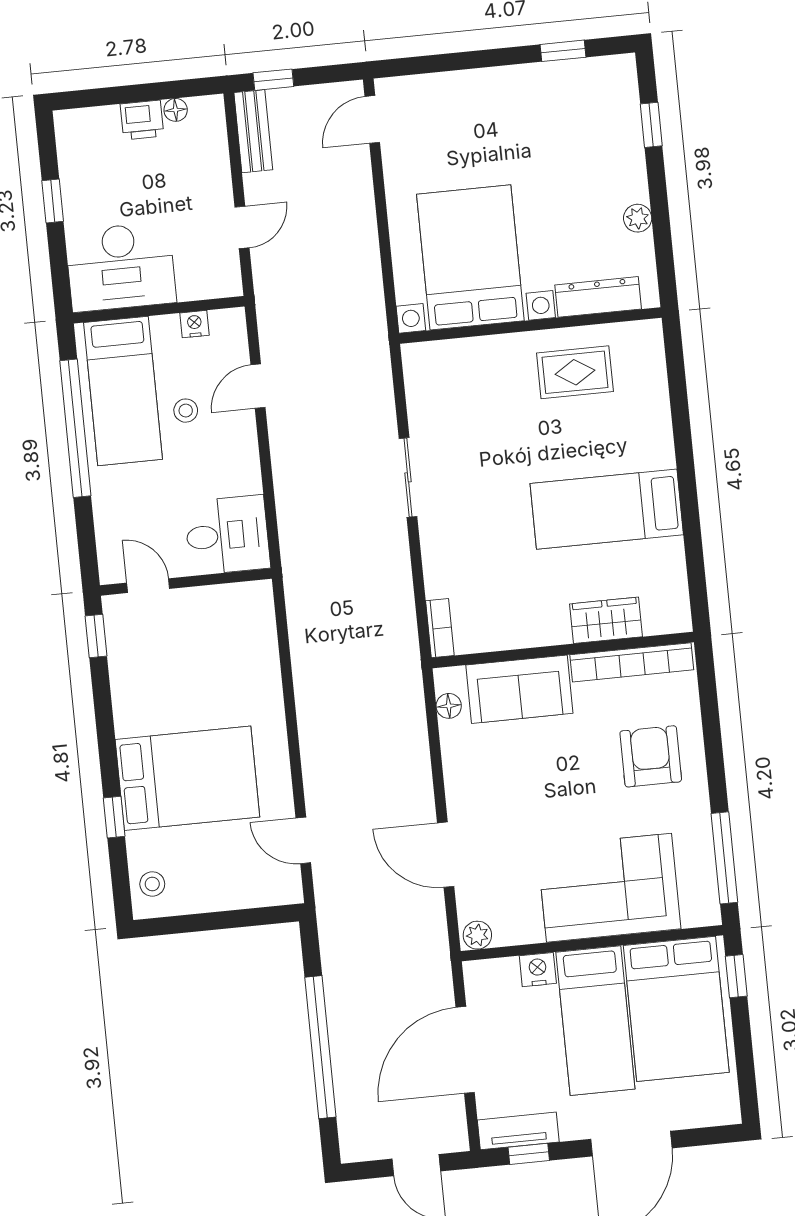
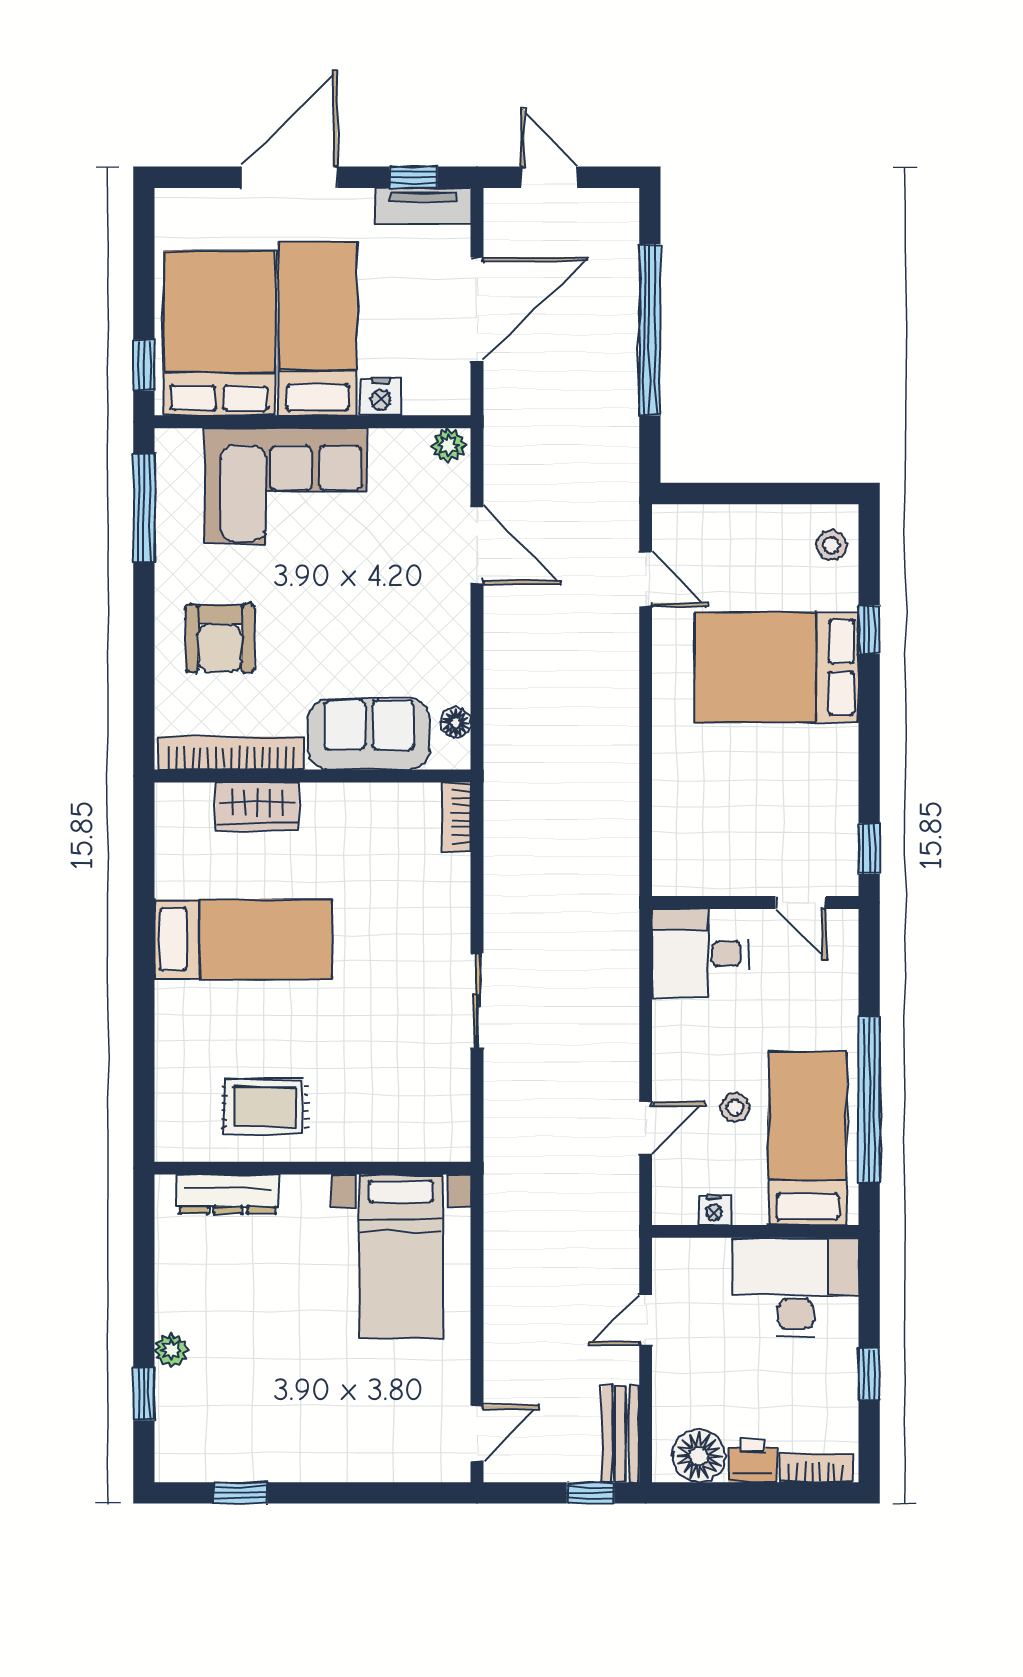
floor lamp: (176, 110) -> (699, 1456), width x1.89, depth x1.89
bookcase: (89, 119) -> (816, 1468), added
plant: (638, 218) -> (171, 1350), moved
bed with nightstands: (470, 257) -> (401, 1257), width x0.73

